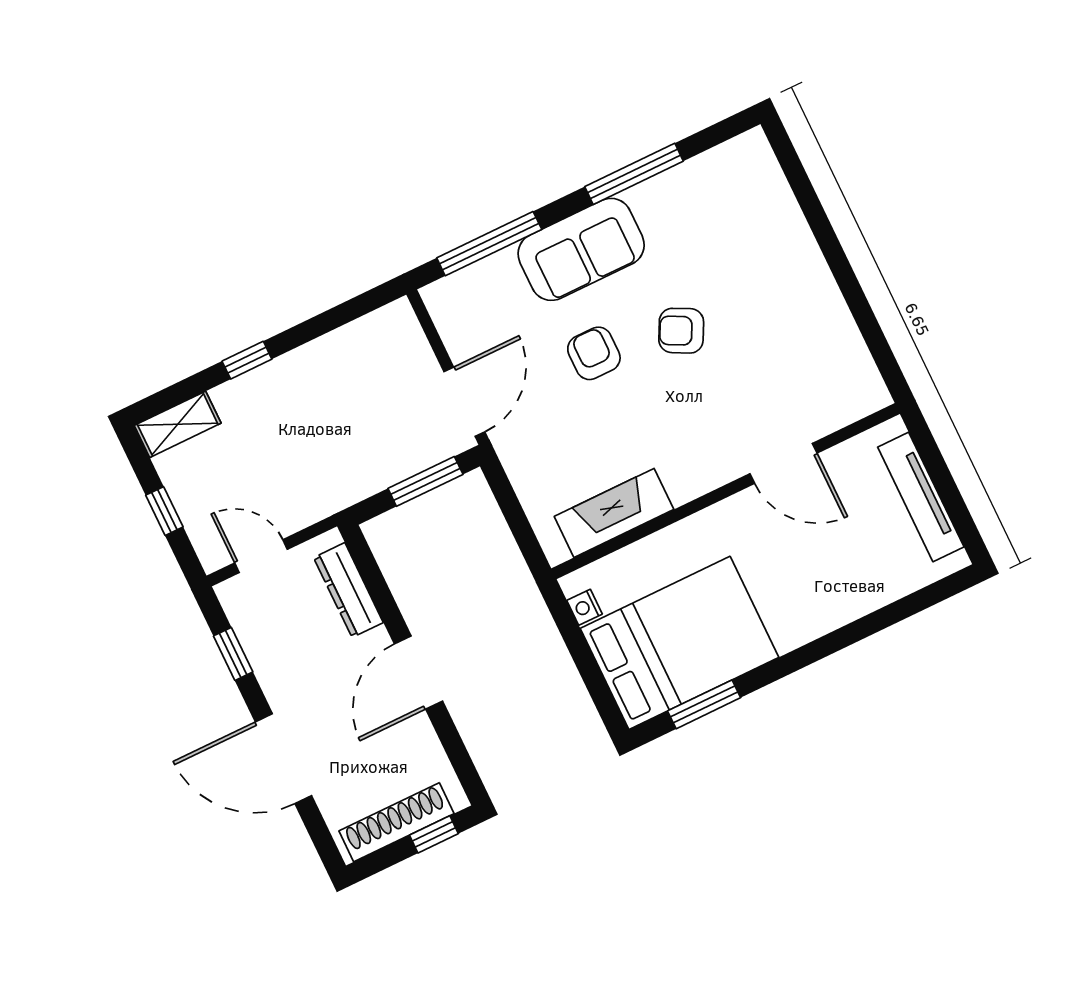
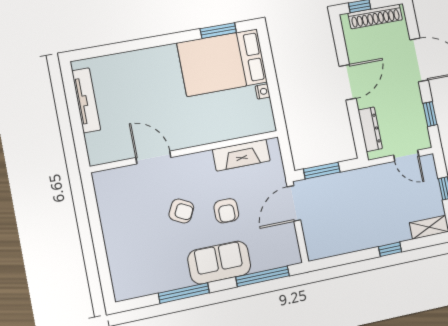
door: (783, 463) -> (153, 157), moved
wall: (726, 491) -> (185, 151), moved
fireplace: (614, 513) -> (241, 155), moved

